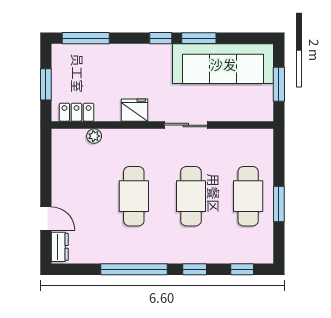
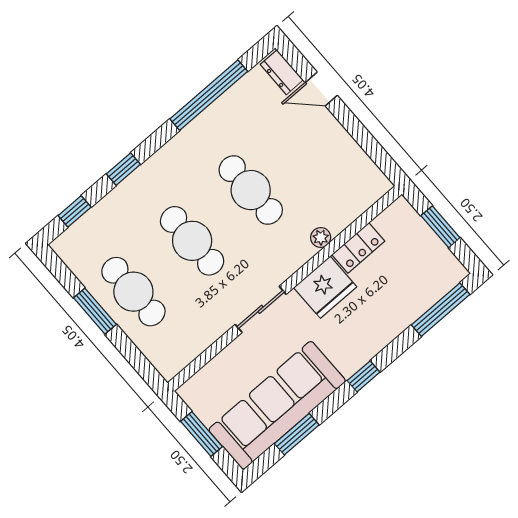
window: (199, 38) -> (297, 434), moved
fridge: (134, 110) -> (325, 287), width x1.36, depth x1.34
locker: (76, 112) -> (358, 248), moved
plant: (94, 136) -> (321, 237), moved
window: (134, 269) -> (209, 95), moved

